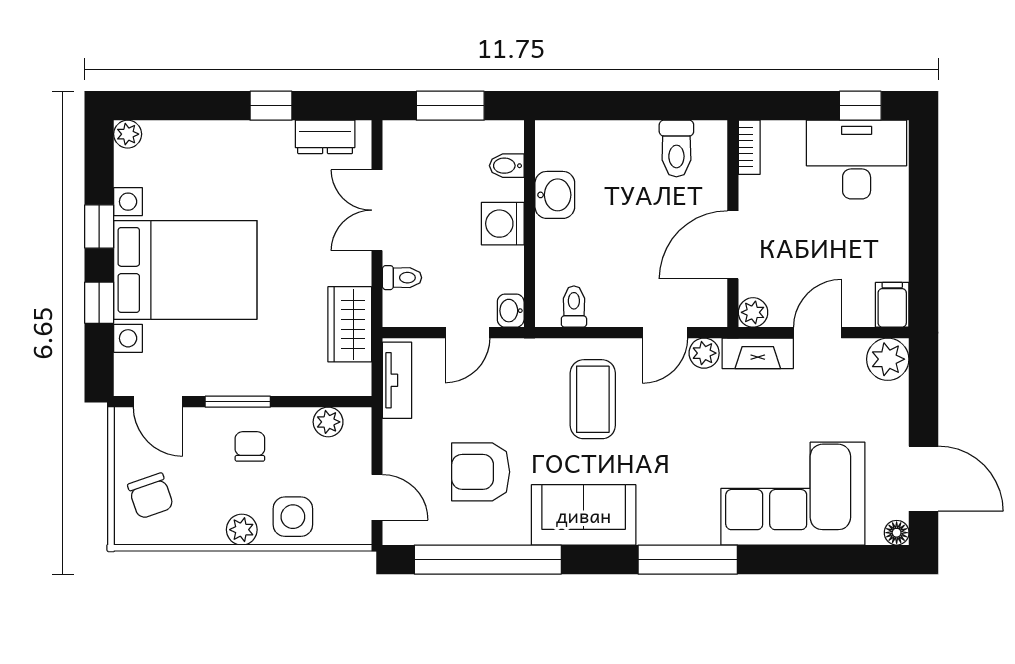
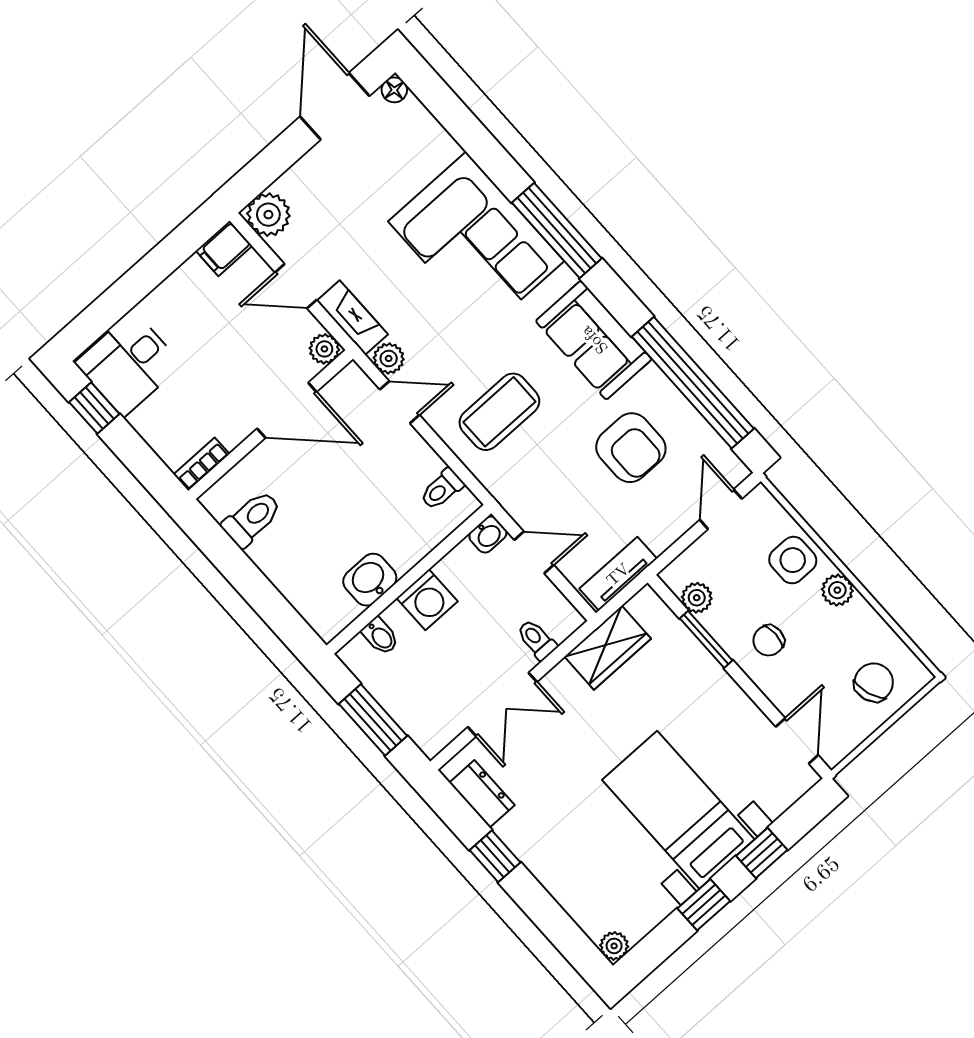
desk: (857, 160) -> (128, 364), width x0.73
bed with nightstands: (185, 270) -> (678, 810), width x0.73
window: (238, 402) -> (706, 639), moved
corner sofa: (793, 494) -> (476, 241), moved

